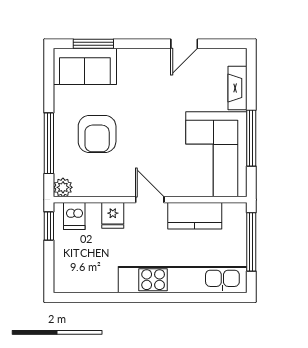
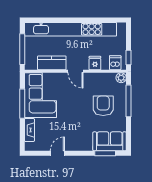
kitchen unit: (183, 280) -> (70, 29), width x1.36

